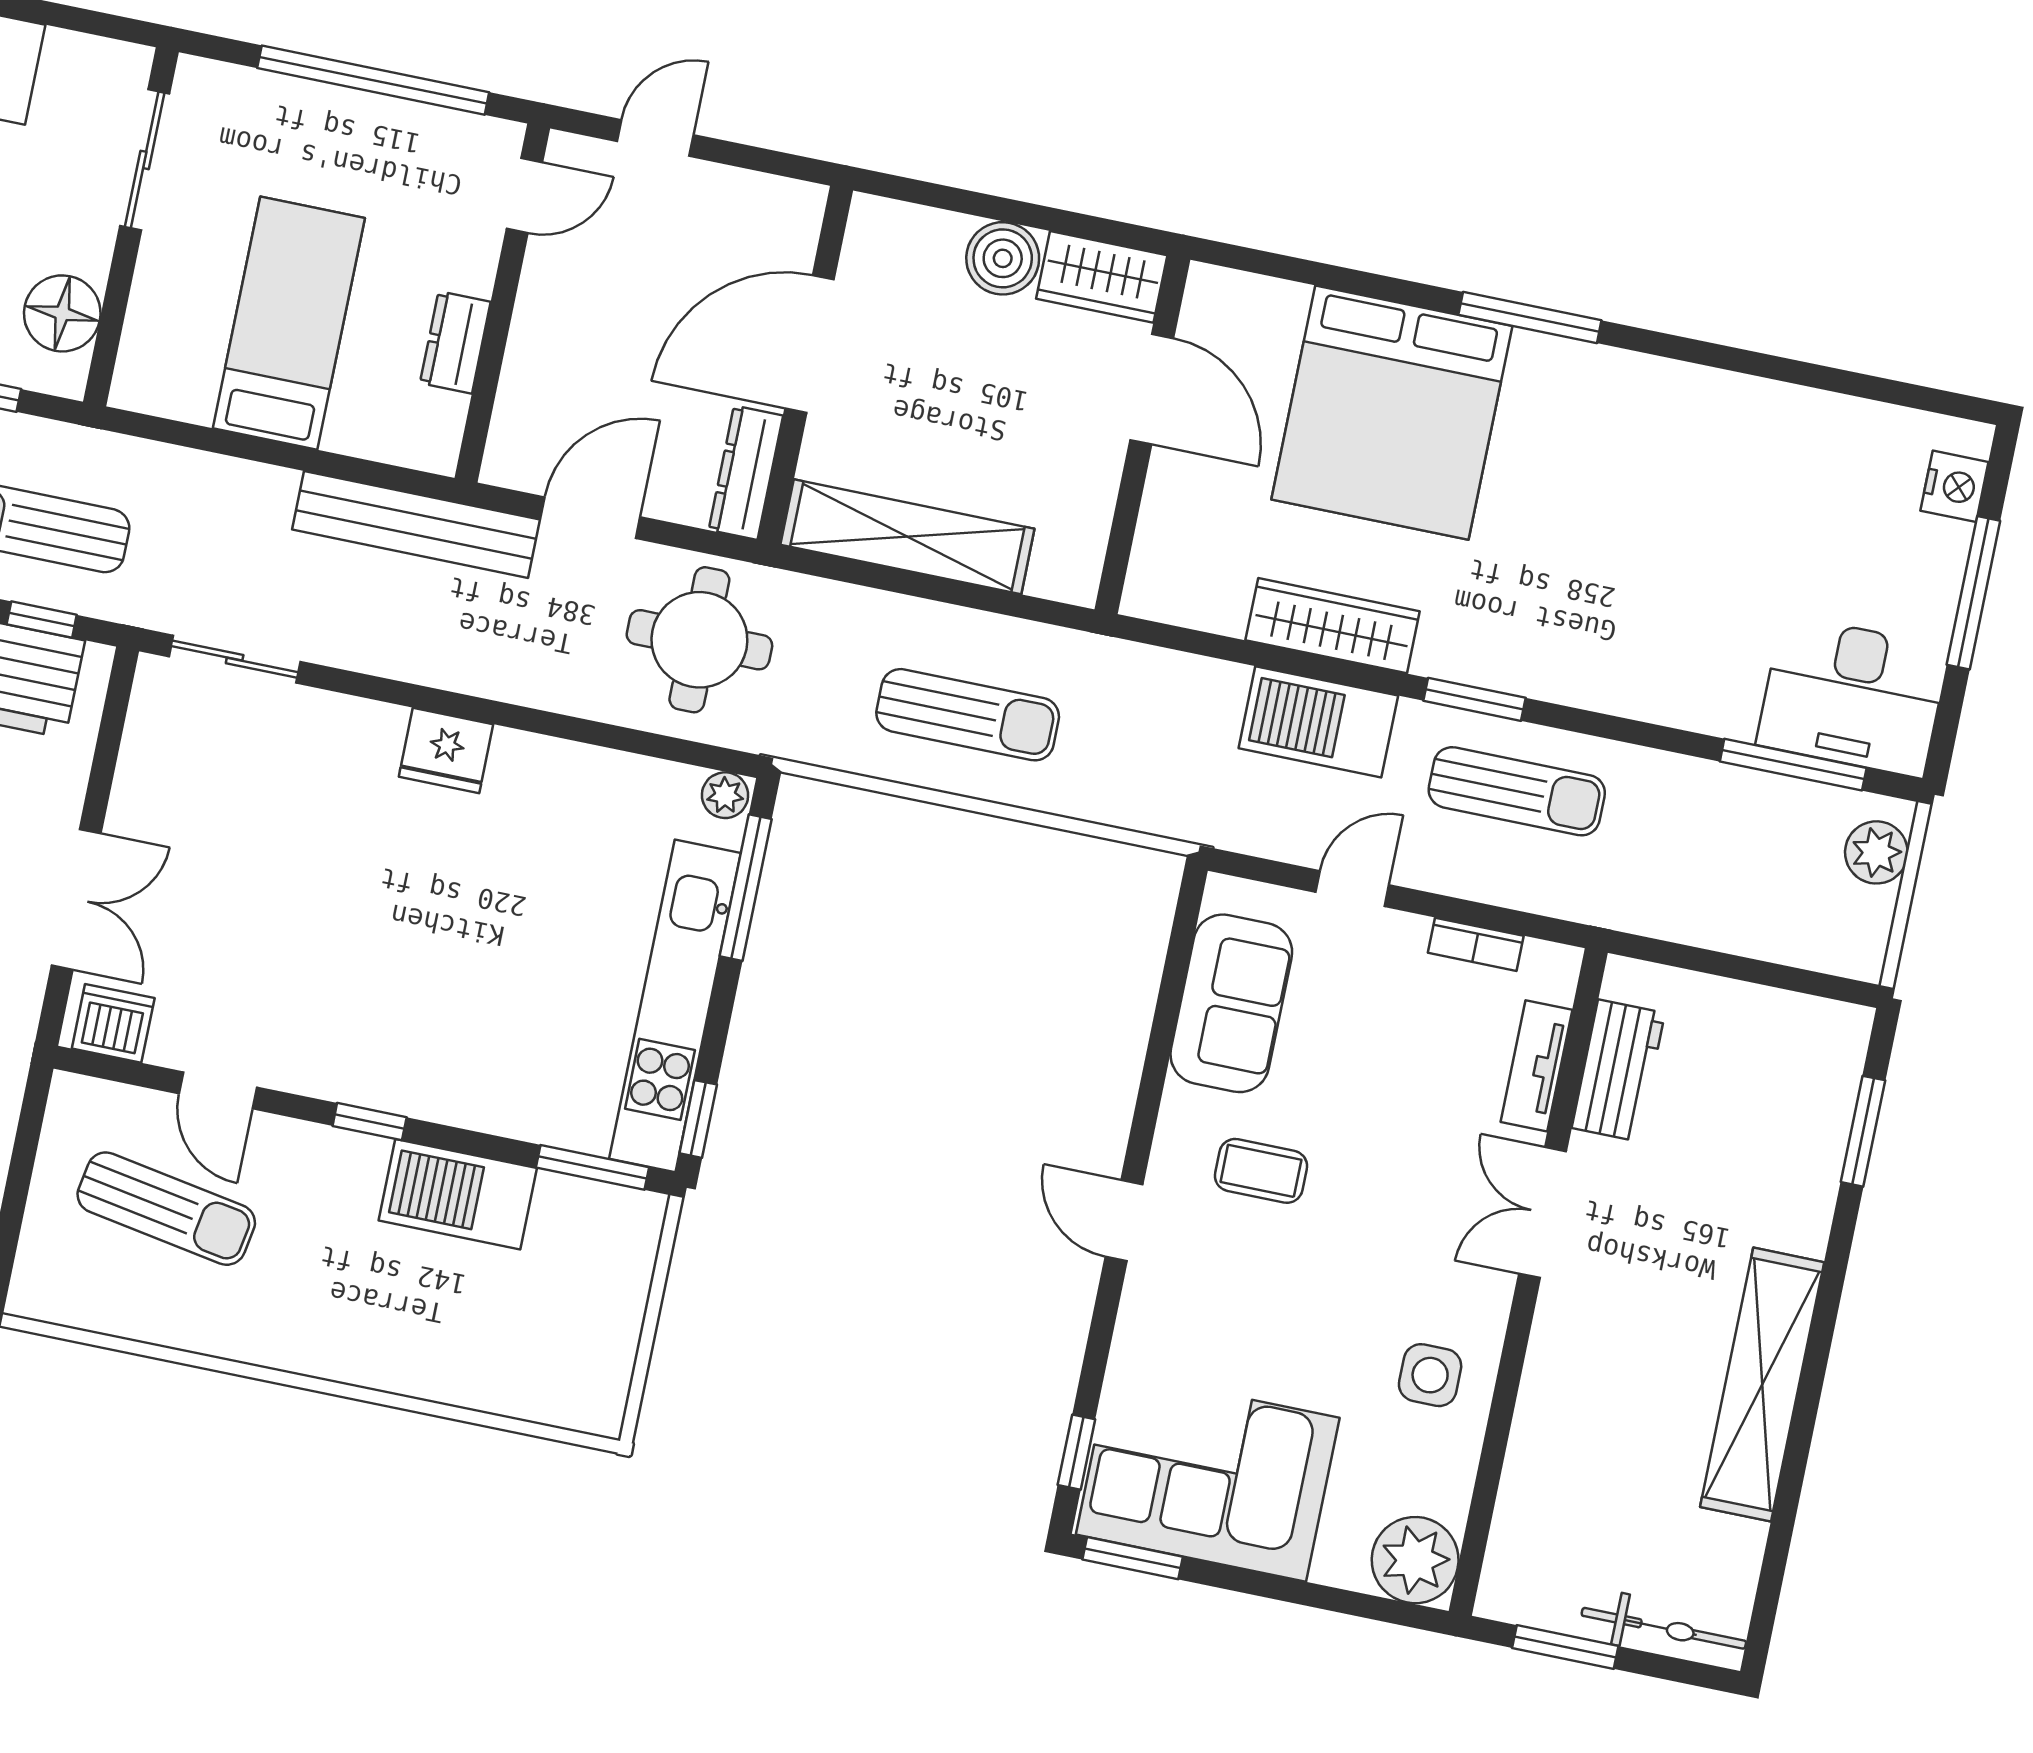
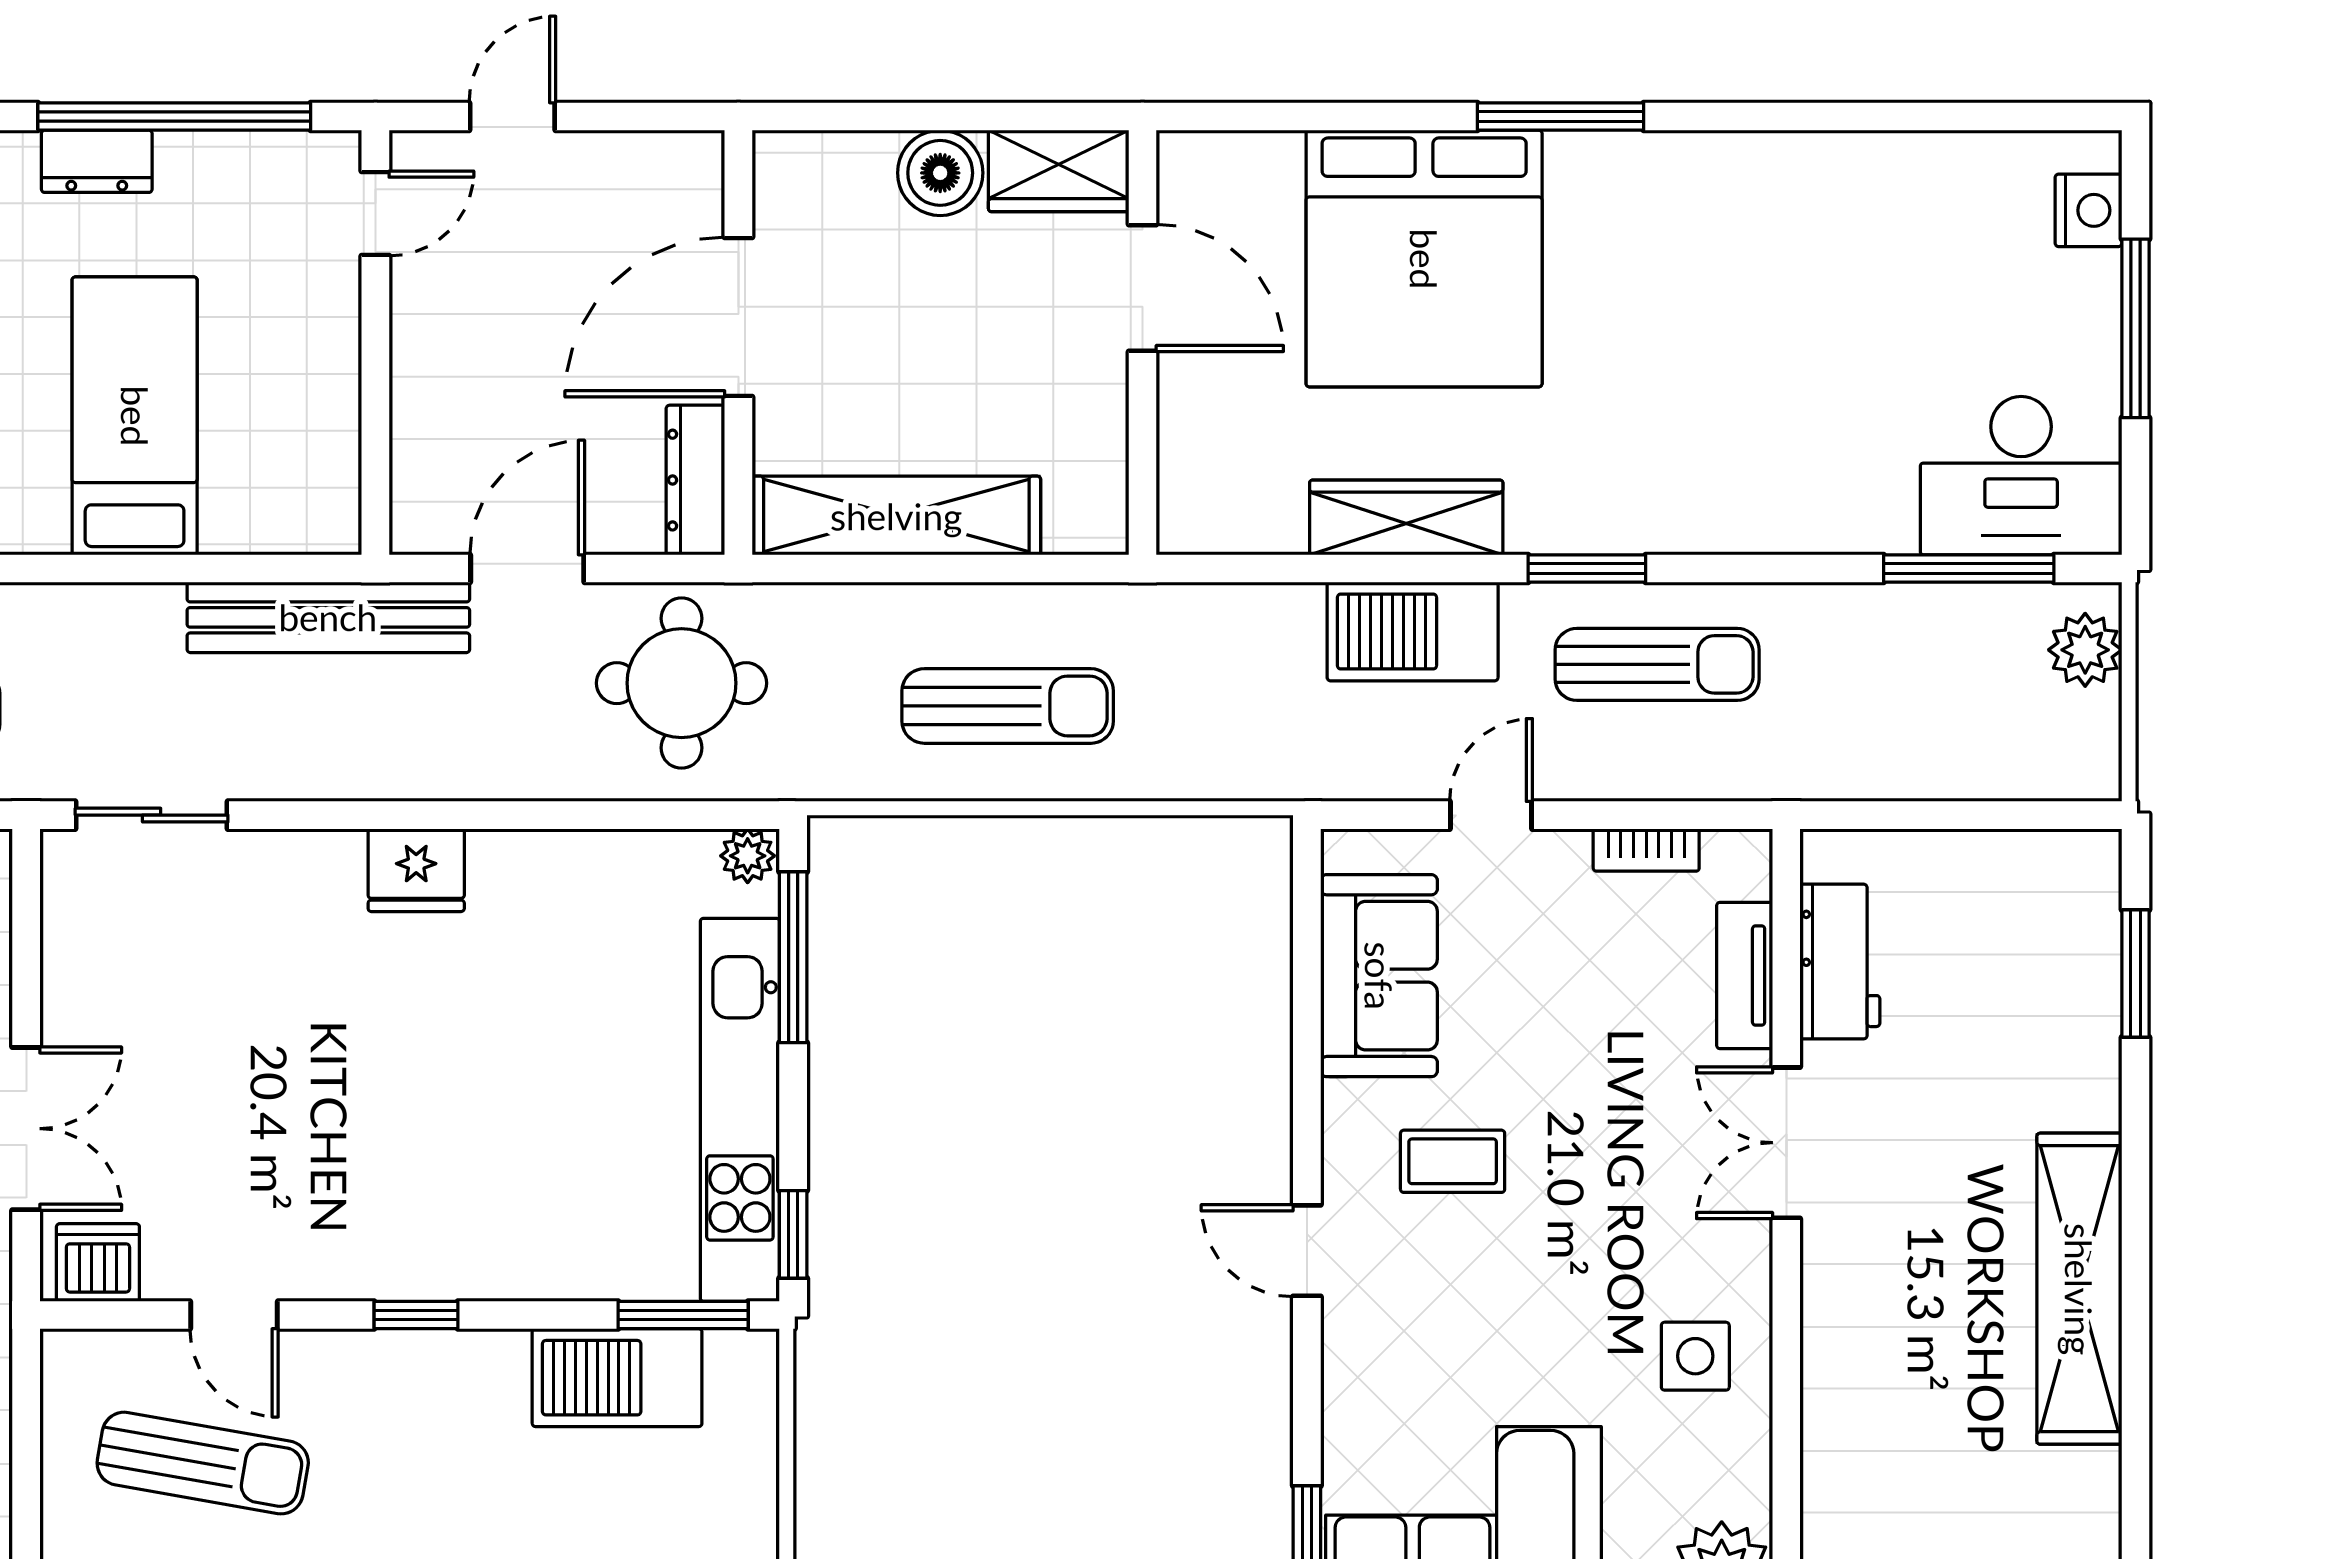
dresser: (455, 342) -> (97, 161), moved, turned -90
barbecue: (458, 1194) -> (617, 1378), moved

